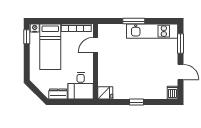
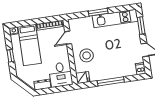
window: (27, 37) -> (11, 56), moved
stool: (113, 68) -> (87, 55), added
window: (136, 102) -> (111, 81), width x2.17

